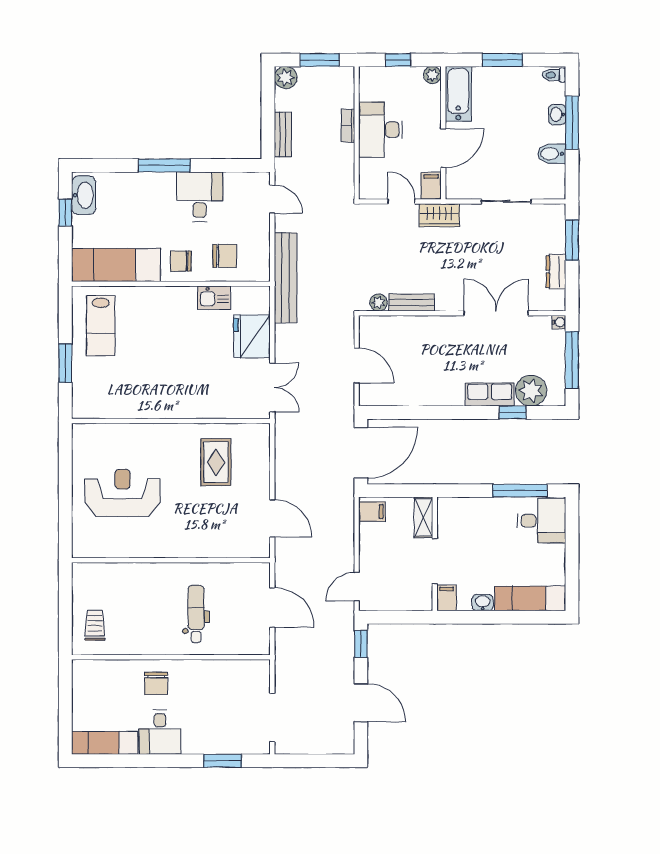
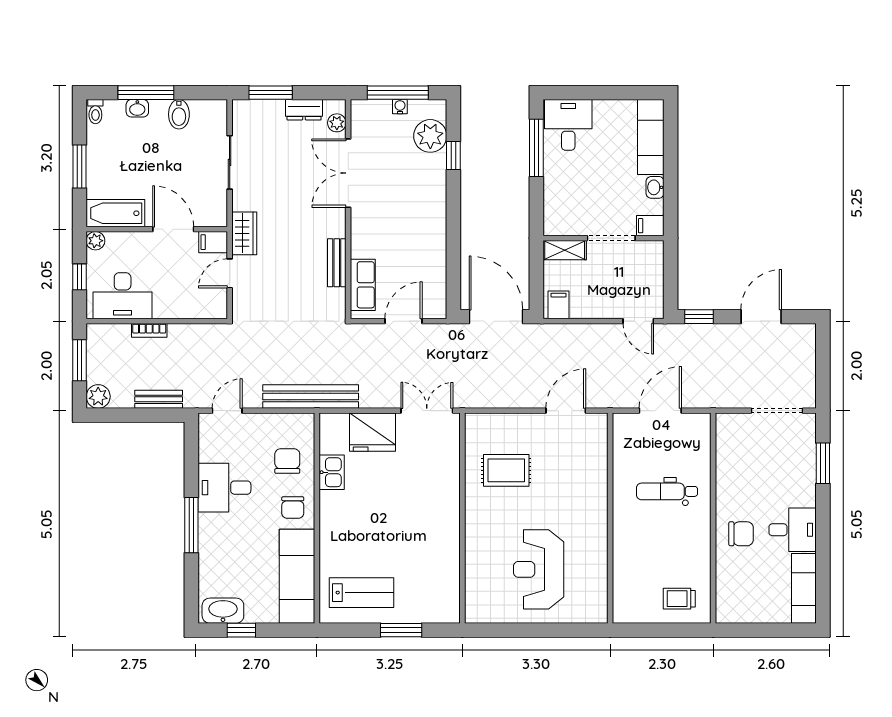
desk: (381, 130) -> (123, 296), moved
plant: (379, 303) -> (337, 123), moved
water cooler: (559, 322) -> (400, 107), moved
row of seats: (490, 395) -> (363, 285), moved, turned 180

